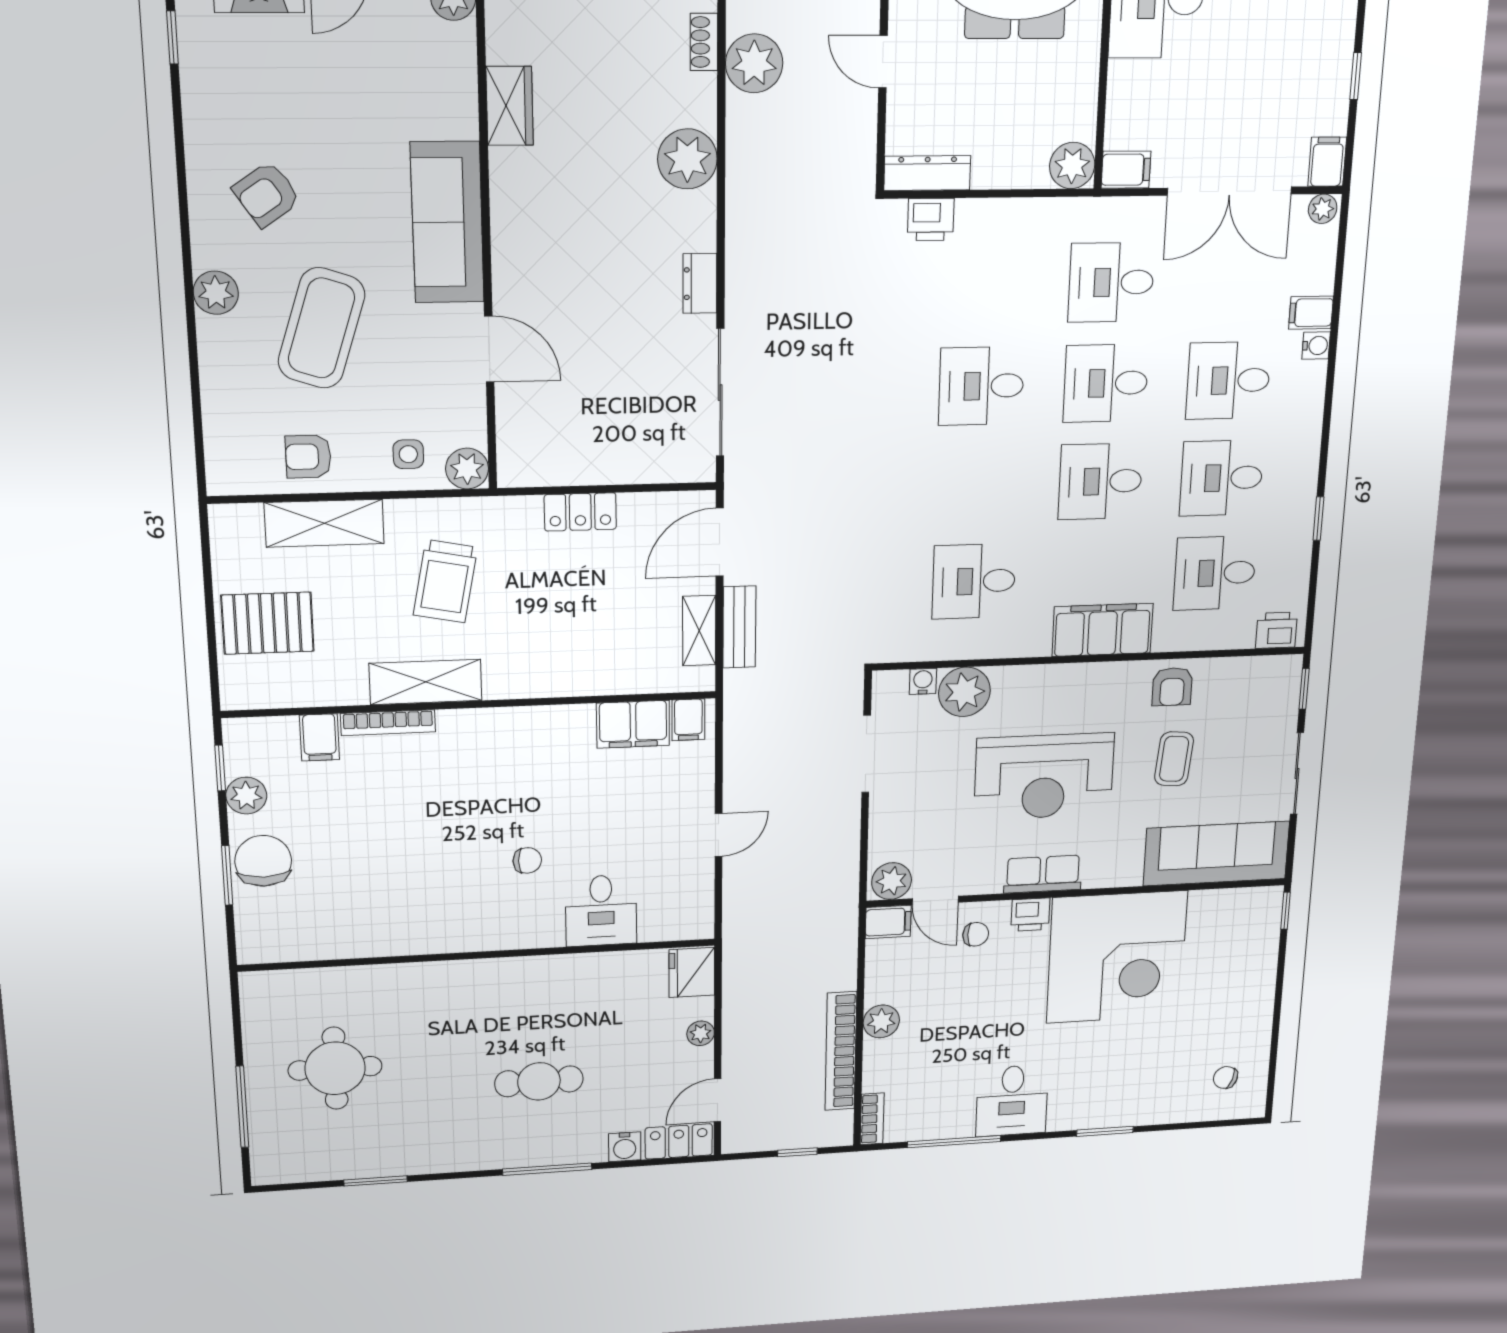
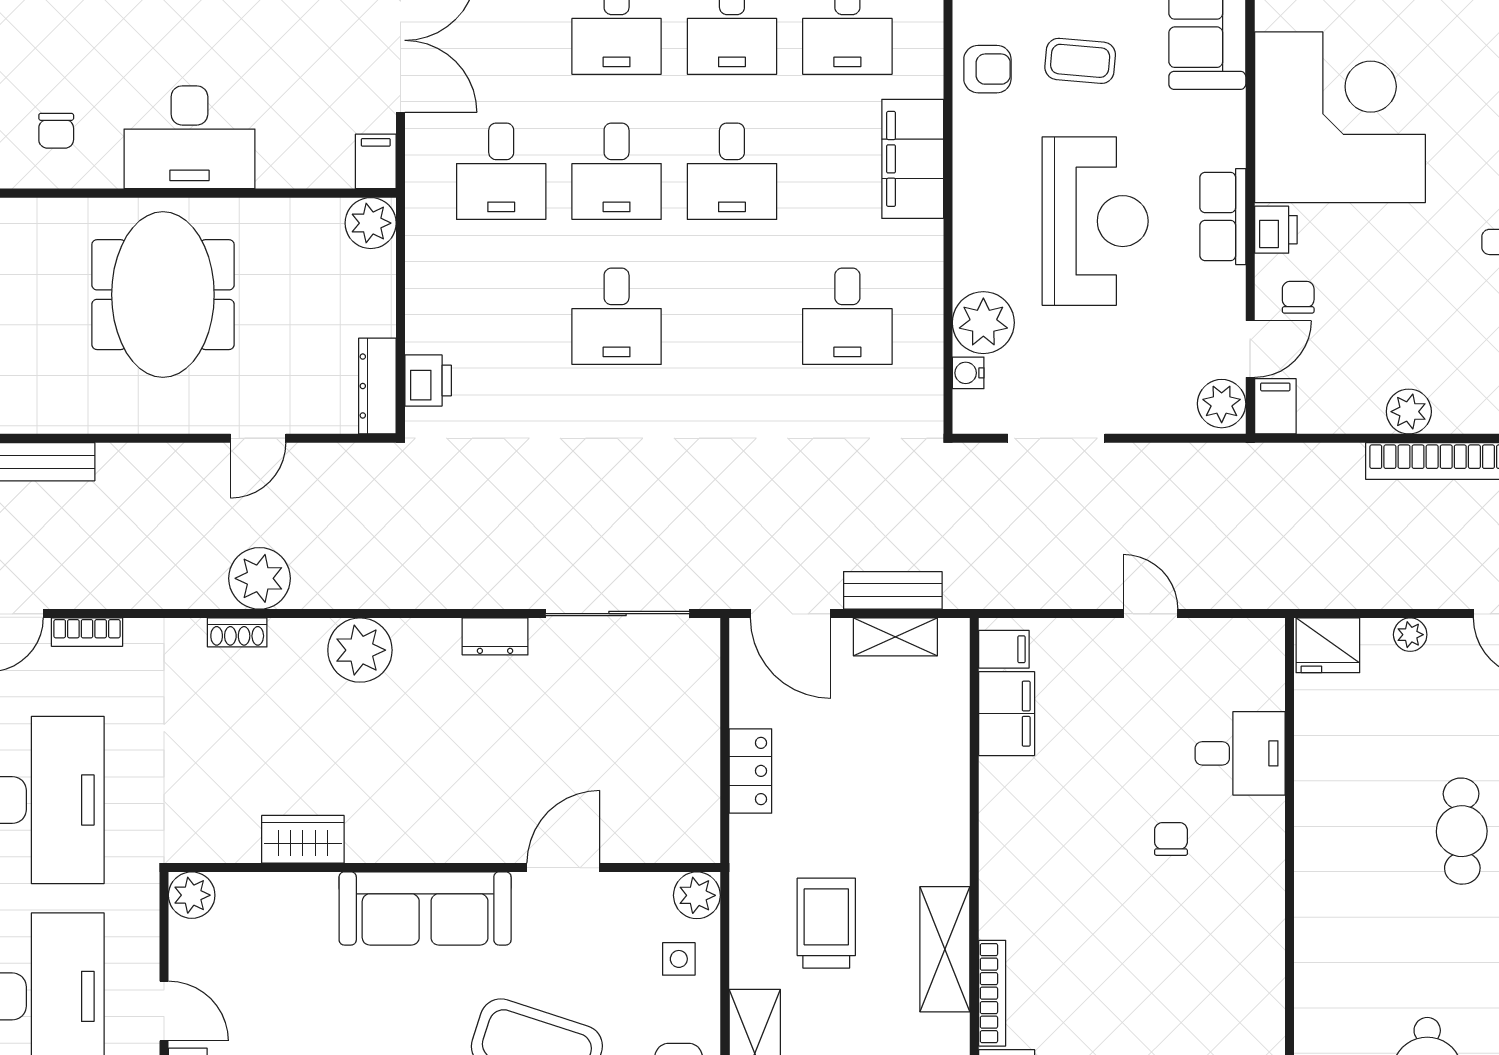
trolley: (445, 581) -> (826, 923), turned -101

